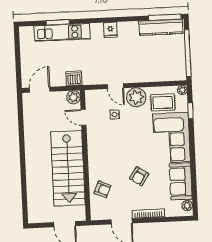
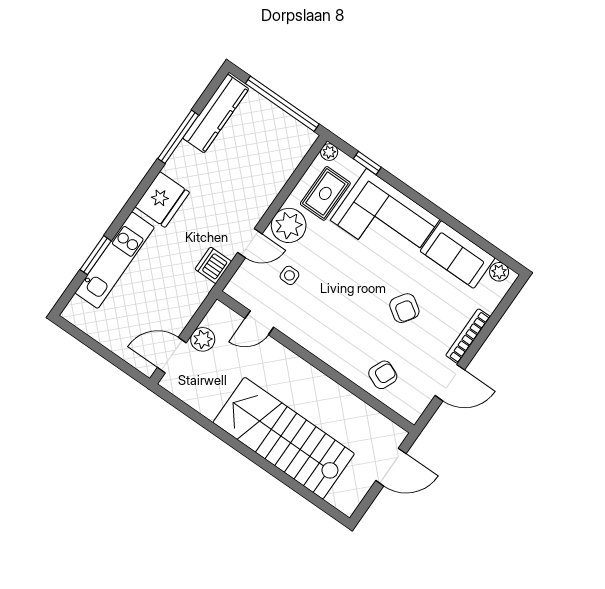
window: (165, 17) -> (178, 137), moved
fridge: (110, 30) -> (162, 200), width x1.88, depth x1.34
dishwasher: (74, 78) -> (213, 265), moved
door: (40, 90) -> (172, 355), hinge flipped
plant: (73, 97) -> (203, 339), moved
stairs: (68, 168) -> (284, 438), moved, turned 180

